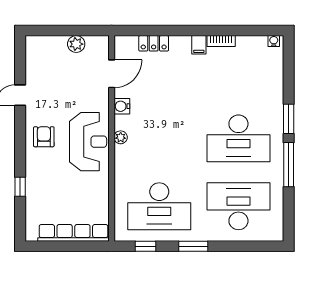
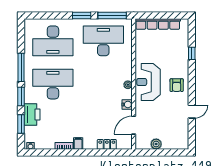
window: (289, 76) -> (21, 124), added
printer: (271, 91) -> (32, 114), added
window: (145, 246) -> (112, 16), width x2.17

